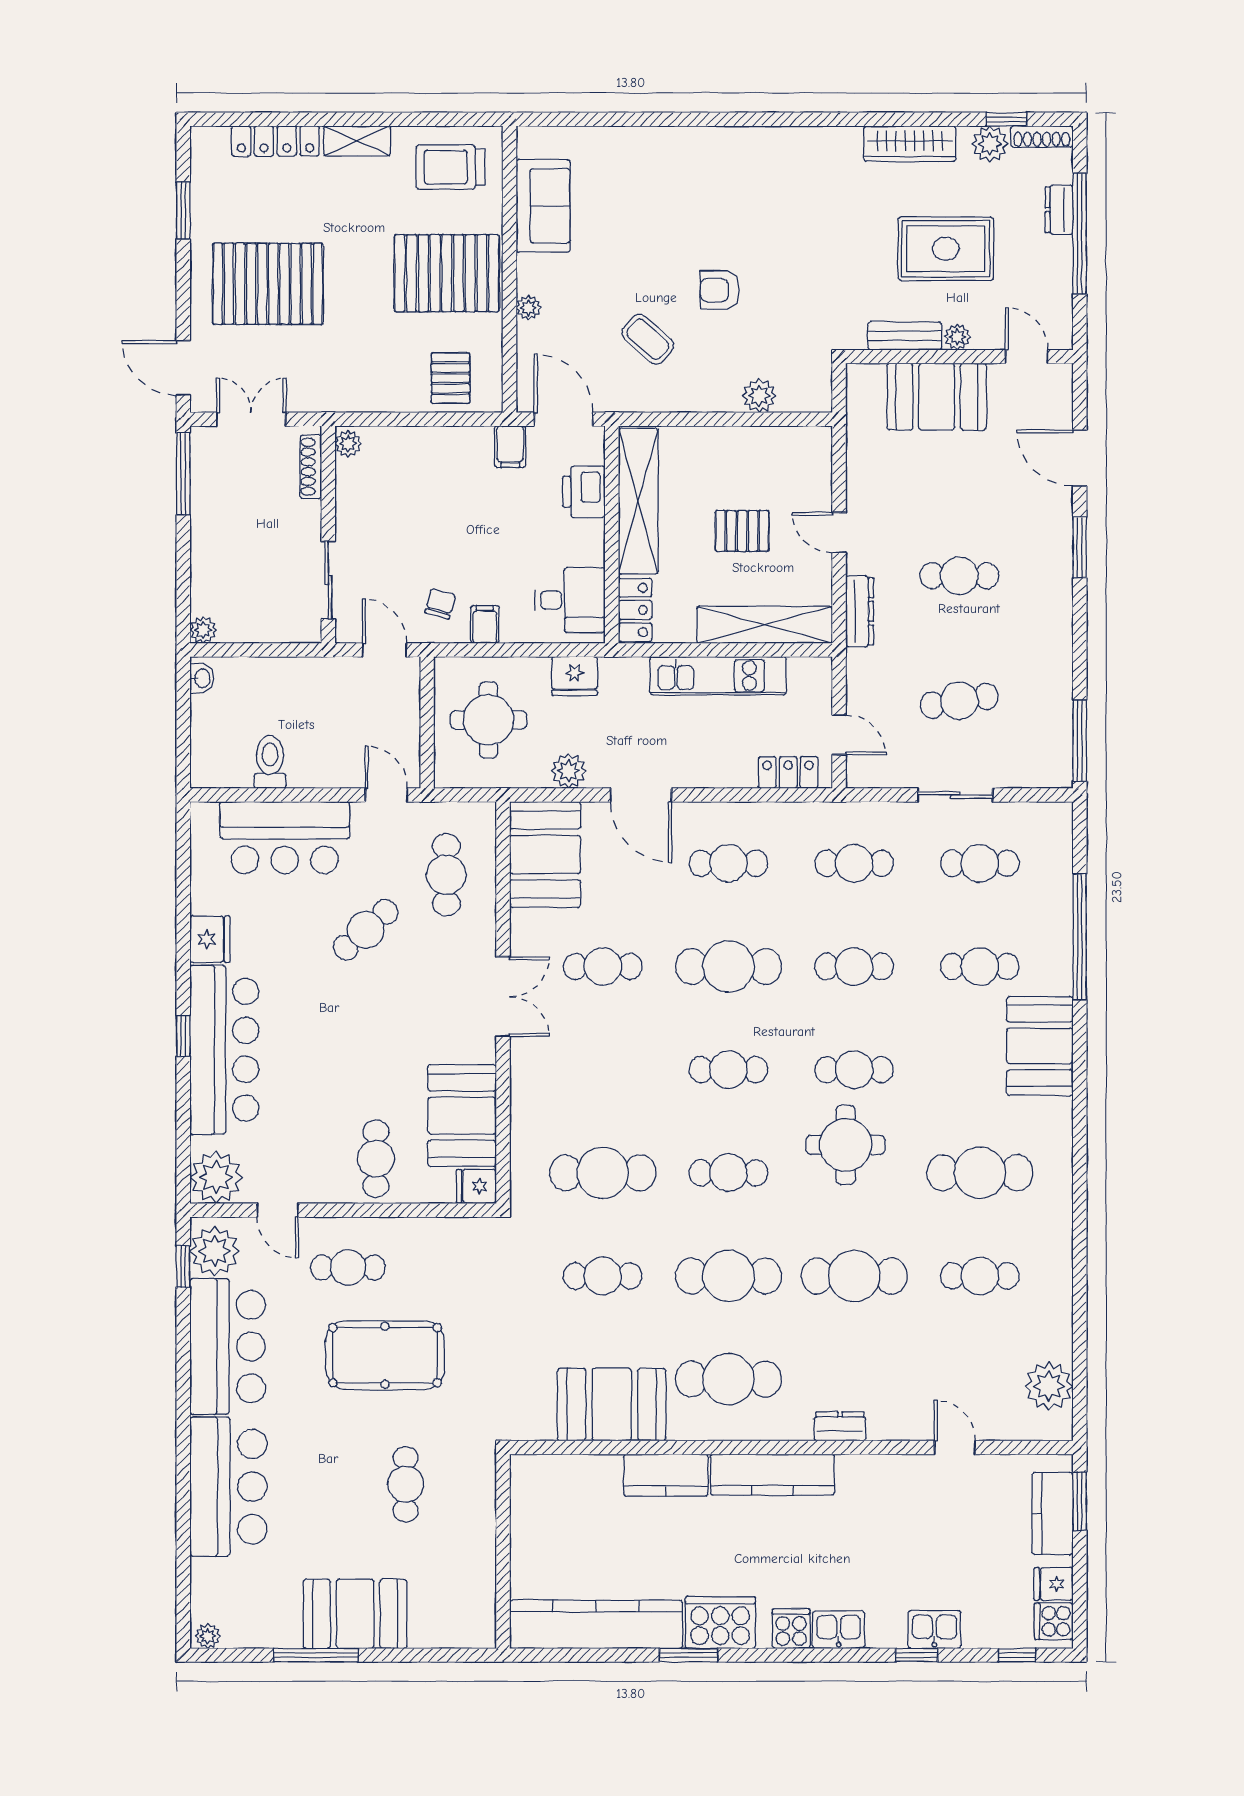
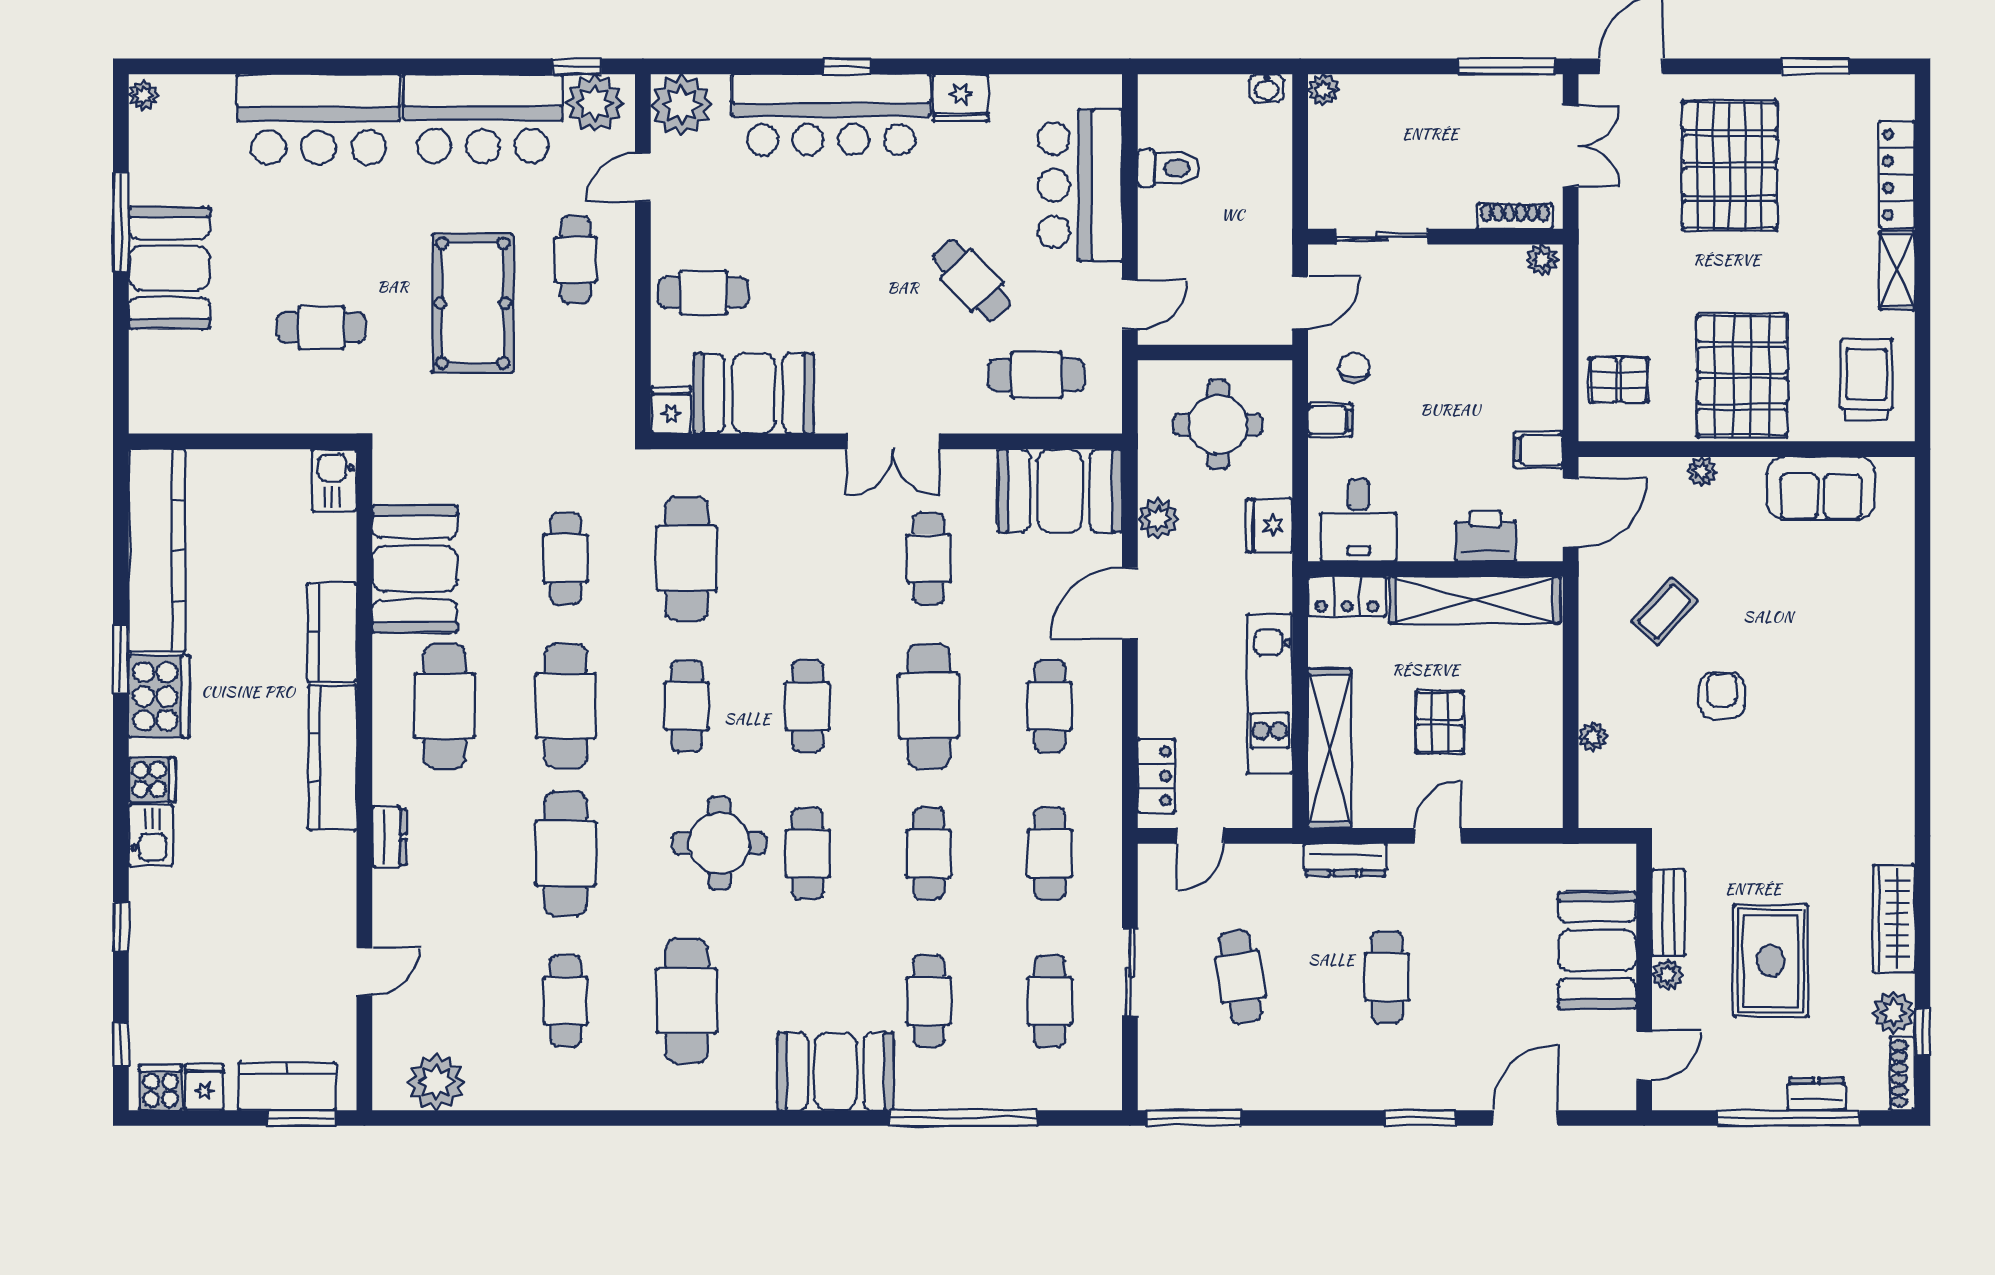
plant: (759, 396) -> (1593, 737), width x0.73, depth x0.73
chair: (440, 604) -> (1354, 368), turned -105
kitchen sink: (934, 1629) -> (334, 480), moved, turned 180

